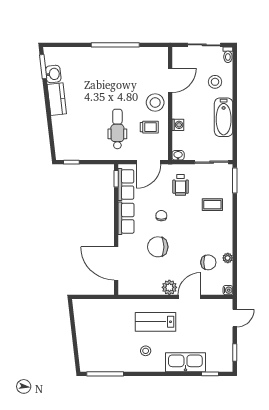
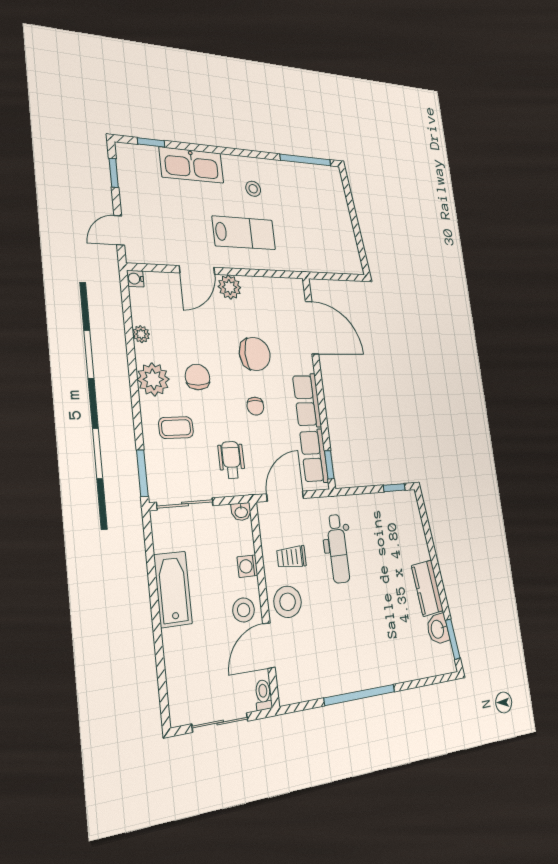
toilet: (228, 55) -> (263, 695), moved
stool: (215, 82) -> (244, 610), moved
plant: (223, 232) -> (153, 379), added
chair: (208, 262) -> (197, 377), moved, turned 90

